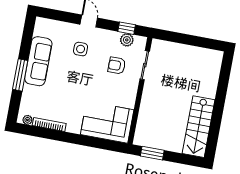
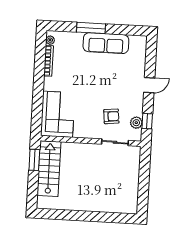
side table: (81, 49) -> (122, 81), removed
armchair: (117, 65) -> (111, 116), turned 84
stairs: (199, 127) -> (49, 169), moved, turned 90

